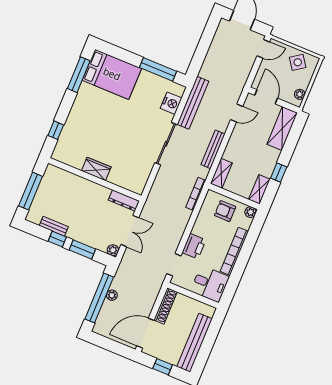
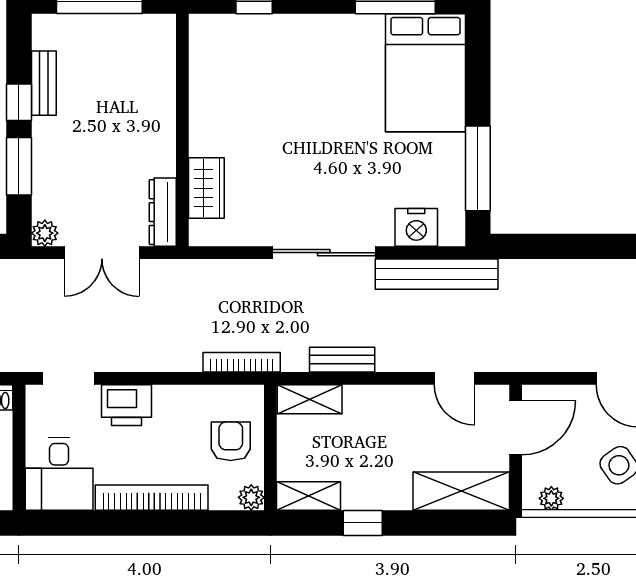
bench: (213, 149) -> (342, 360), width x0.73
wardrobe: (96, 169) -> (206, 188), moved

